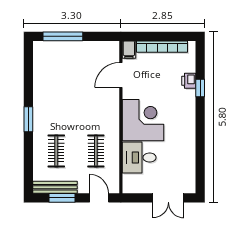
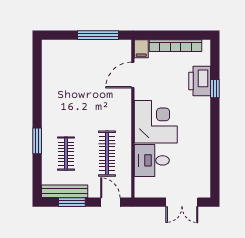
window: (63, 36) -> (98, 35), moved
printer: (189, 81) -> (200, 81), width x1.87, depth x1.48
window: (28, 119) -> (37, 141), moved
clothes rail: (96, 151) -> (107, 154), width x1.36

